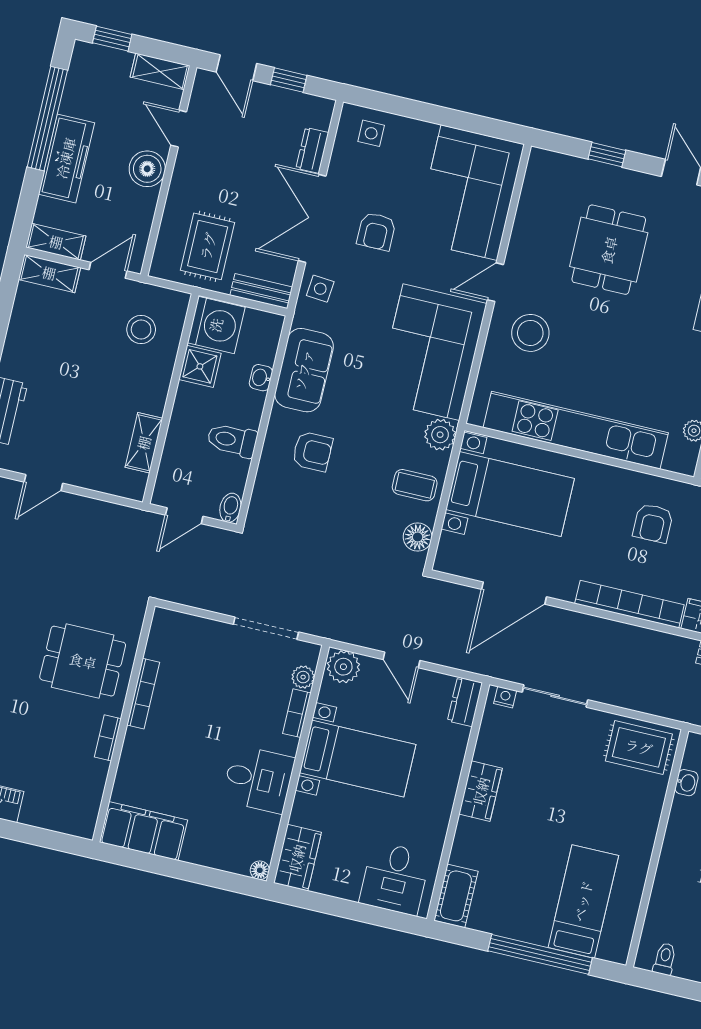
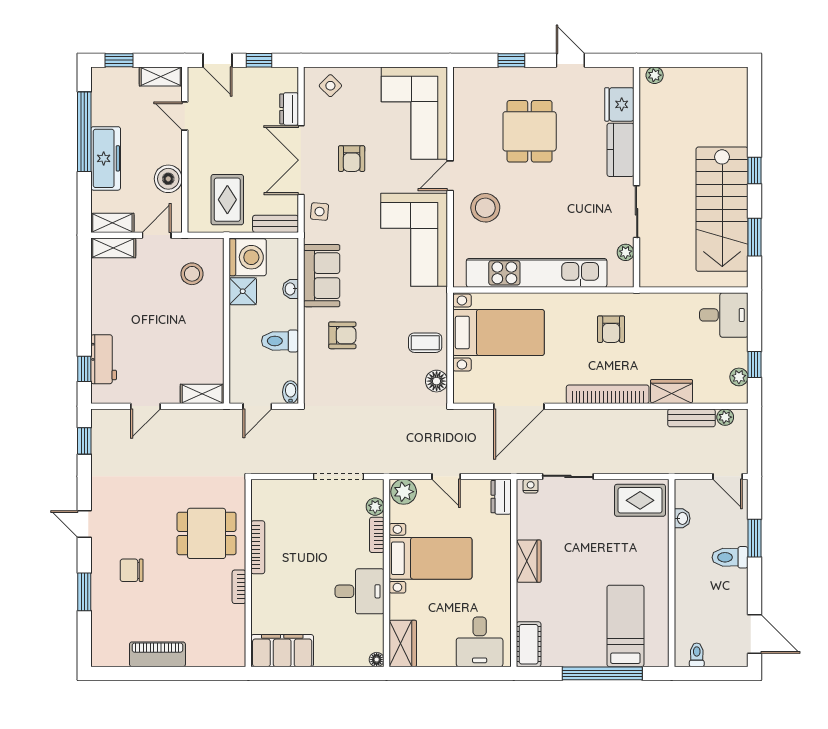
side table: (371, 133) -> (330, 86), turned 45
boiler: (147, 169) -> (168, 179), moved
plant: (440, 435) -> (435, 300), removed
shelving: (144, 443) -> (202, 394), moved, turned 90

